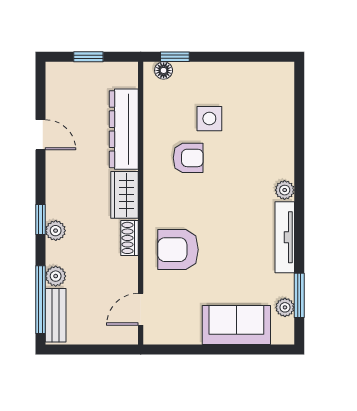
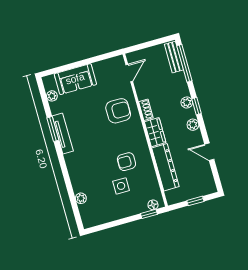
plant: (285, 190) -> (81, 198), moved
plant: (56, 276) -> (193, 125), moved
window: (299, 295) -> (53, 129), moved

